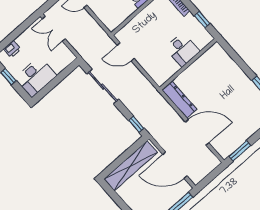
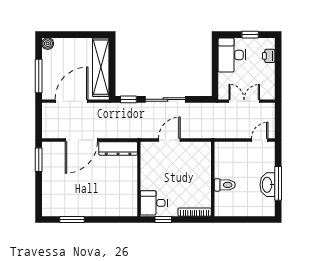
double door: (54, 29) -> (244, 101), moved
desk: (183, 50) -> (154, 203), moved
door: (126, 52) -> (169, 140), moved
sliding door: (103, 86) -> (165, 99), moved

